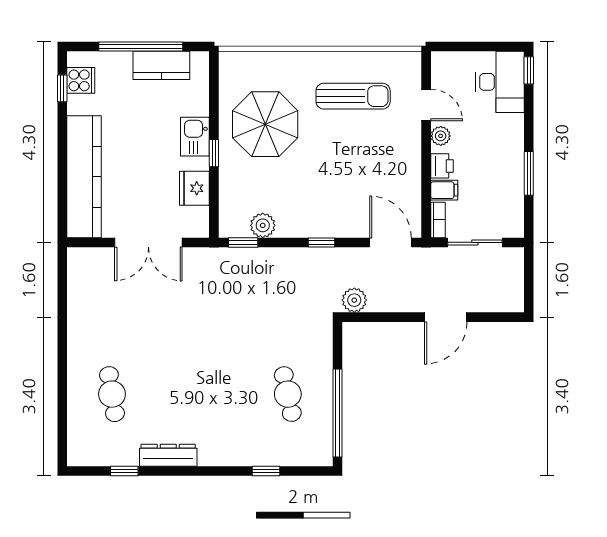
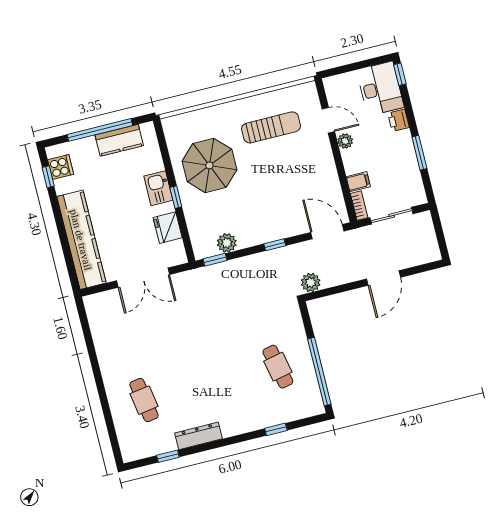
printer: (442, 166) -> (399, 120), moved, turned 180

